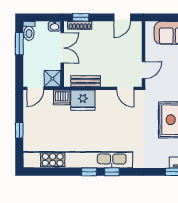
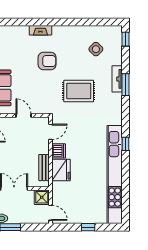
door: (144, 70) -> (24, 115), moved
dishwasher: (62, 97) -> (59, 151), moved
window: (89, 172) -> (126, 164), removed

